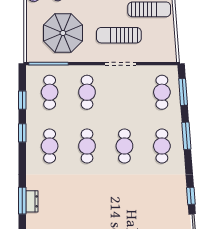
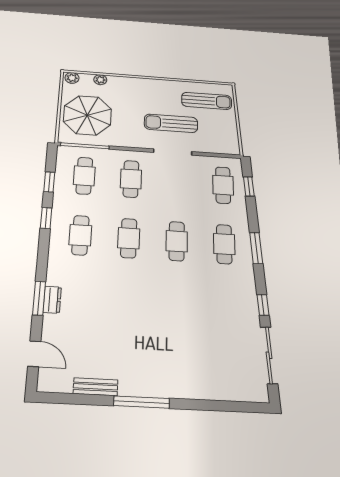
parasol: (63, 33) -> (87, 115), moved
window: (183, 92) -> (249, 186), width x0.67
window: (186, 136) -> (256, 248), moved

